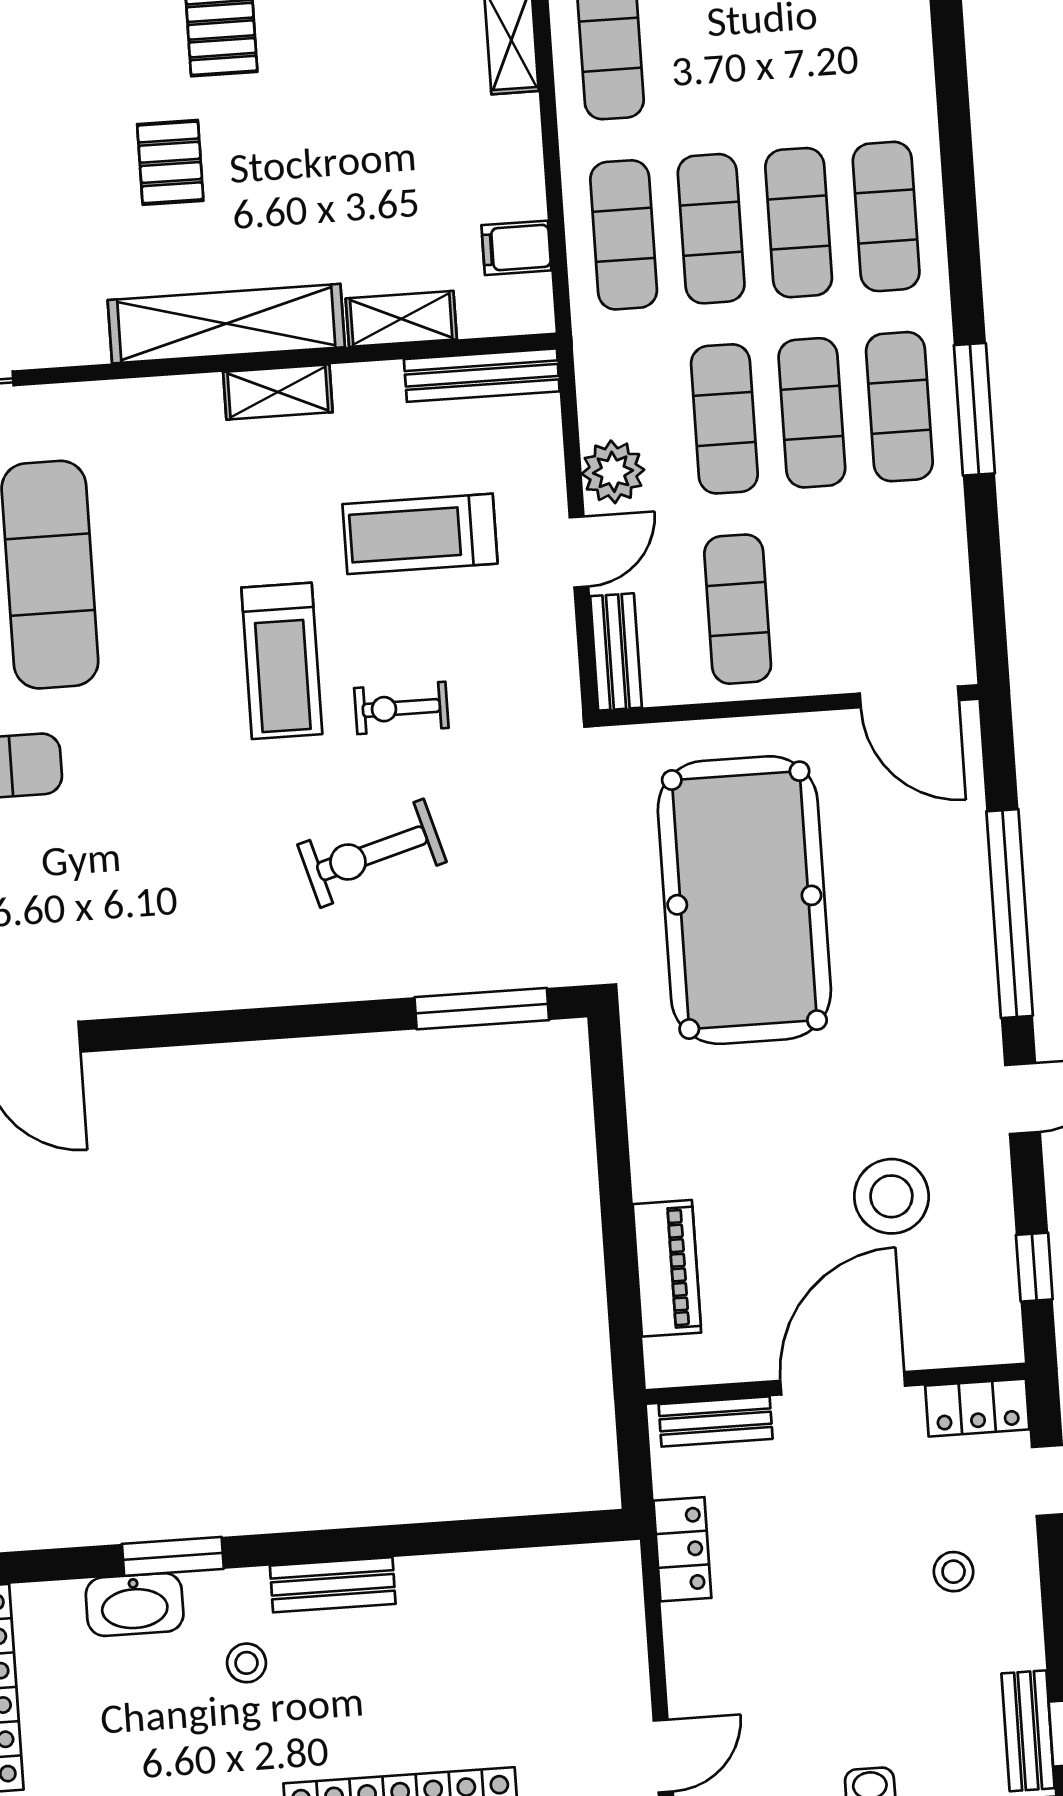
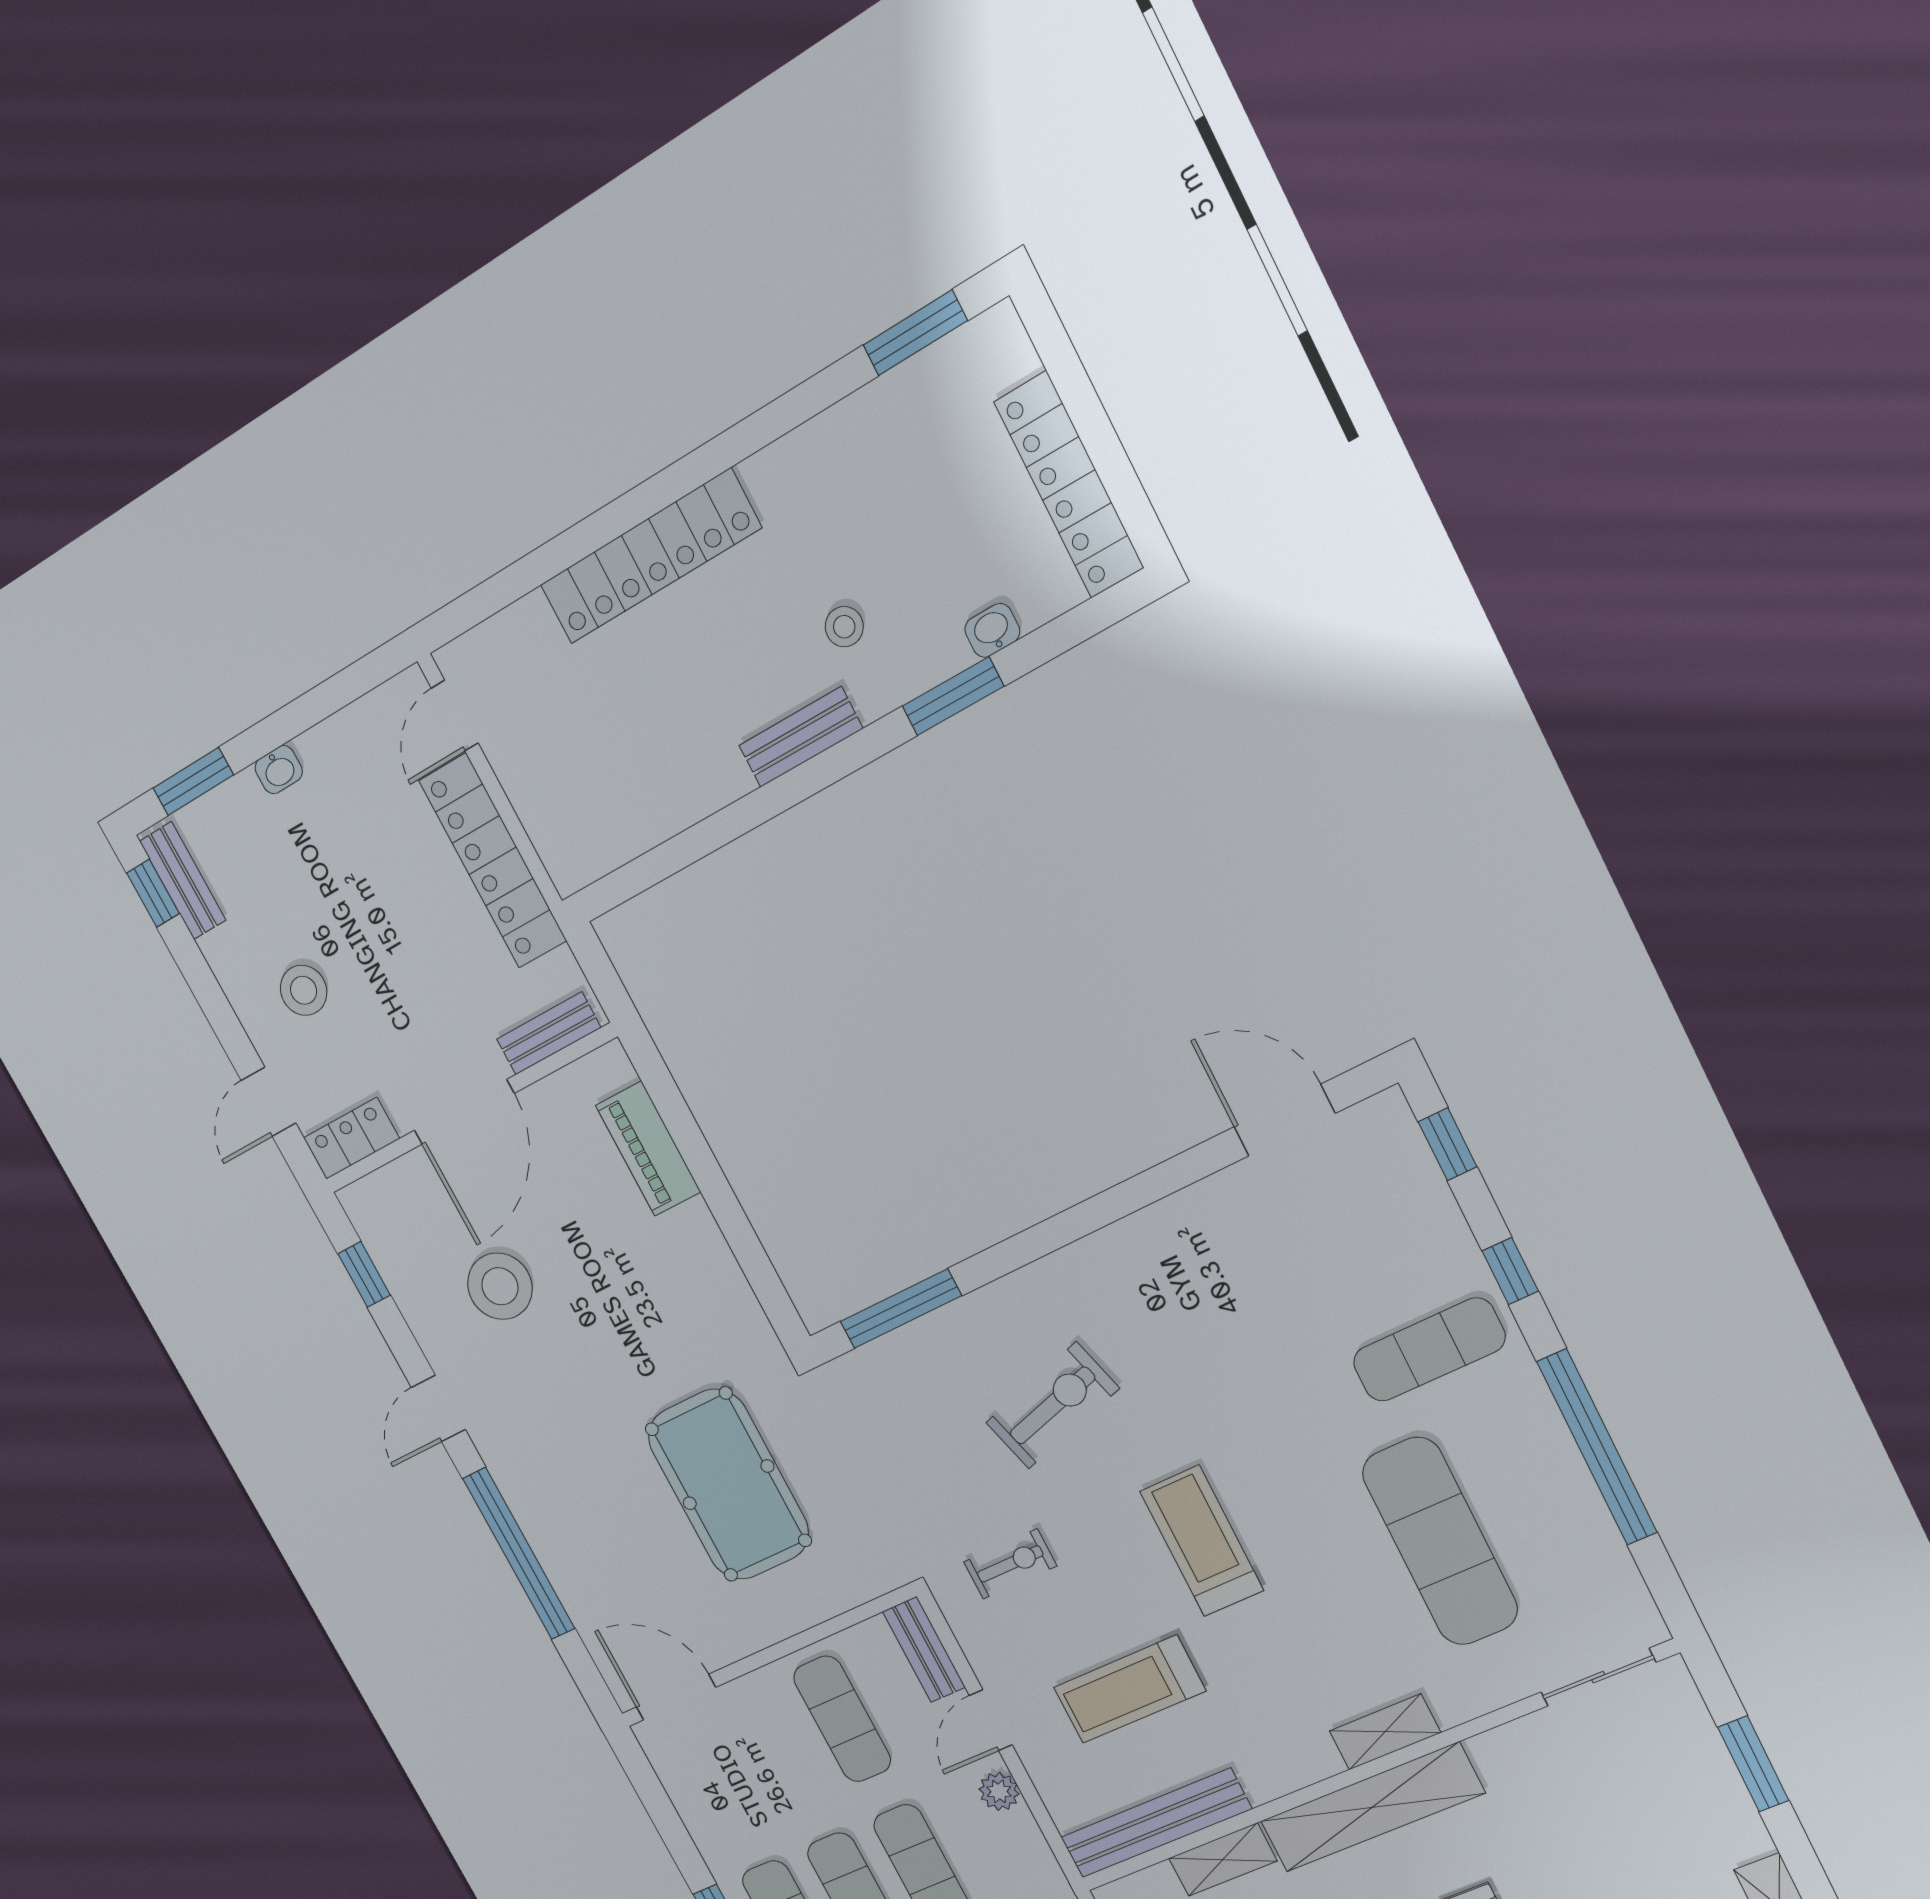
bench: (482, 375) -> (1156, 1823), width x1.37, depth x1.21
shelving: (278, 392) -> (1385, 1732), moved
plant: (613, 472) -> (999, 1791), width x0.73, depth x0.73
treadmill: (420, 534) -> (1130, 1689), turned 180
exercise bike: (401, 708) -> (1010, 1564), moved
pool table: (744, 900) -> (728, 1485), width x0.73, depth x0.76
locker: (682, 1549) -> (493, 861), width x2.16, depth x1.21
stool: (954, 1572) -> (304, 990), width x1.37, depth x1.37
washbasin: (135, 1605) -> (992, 630), width x0.52, depth x0.69

